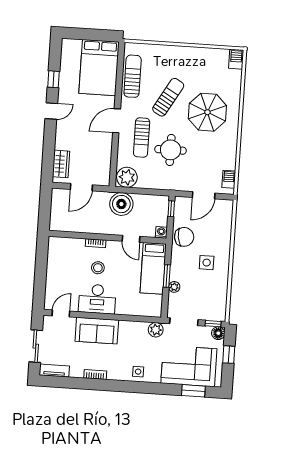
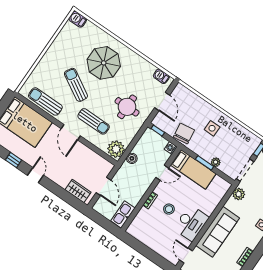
round table: (171, 150) -> (127, 107), moved
boiler: (121, 204) -> (132, 158), width x0.54, depth x0.54
kitchen sink: (64, 224) -> (123, 214), added
sofa: (97, 331) -> (218, 232), width x1.36

